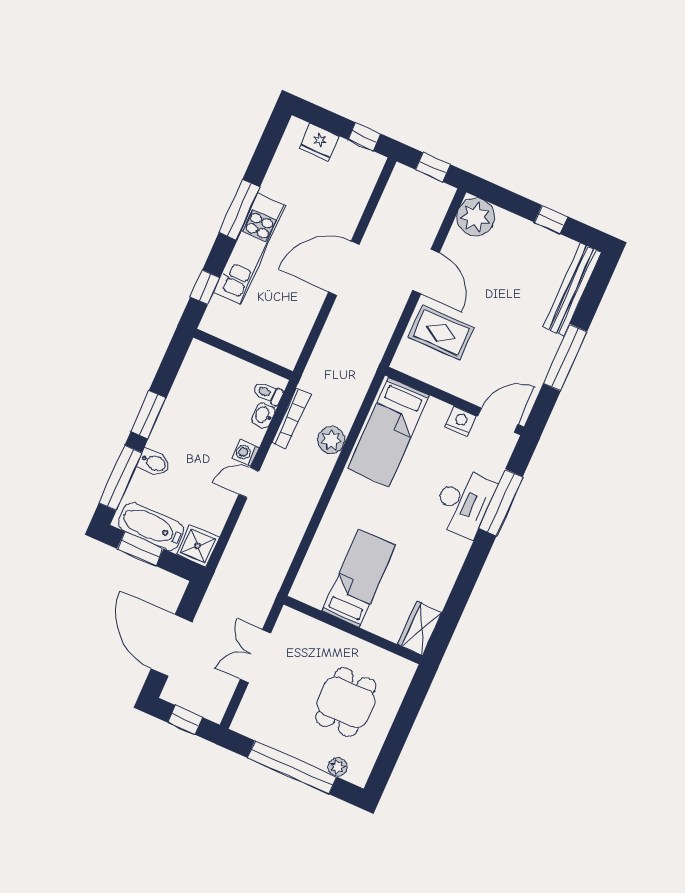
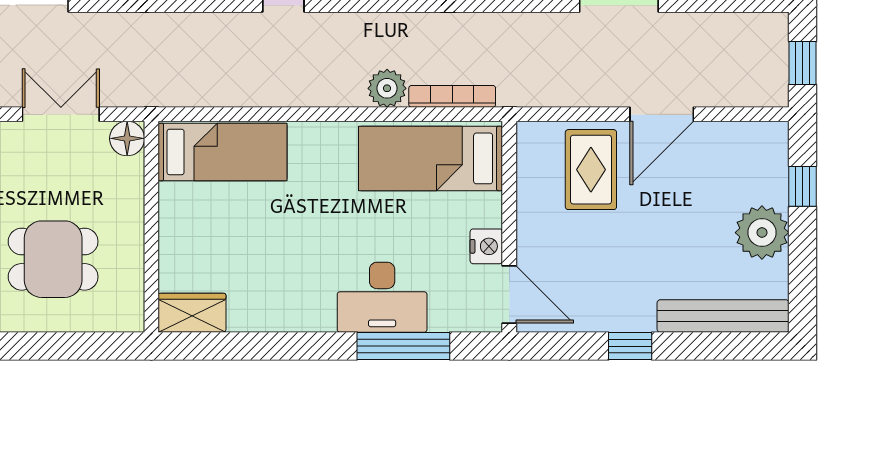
plant: (476, 217) -> (762, 233), moved
window: (551, 219) -> (802, 186), moved
window: (565, 358) -> (630, 346), width x0.46
bookcase: (291, 419) -> (452, 96), moved, turned 180
bed: (359, 578) -> (223, 152), moved
floor lamp: (290, 620) -> (127, 138), added

